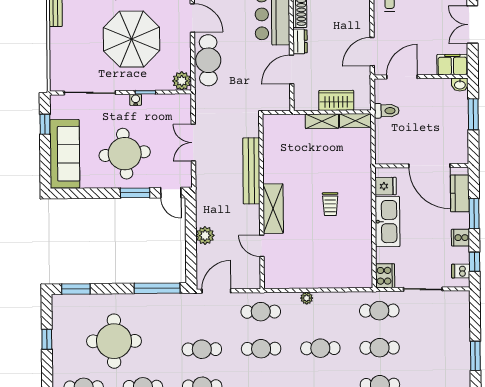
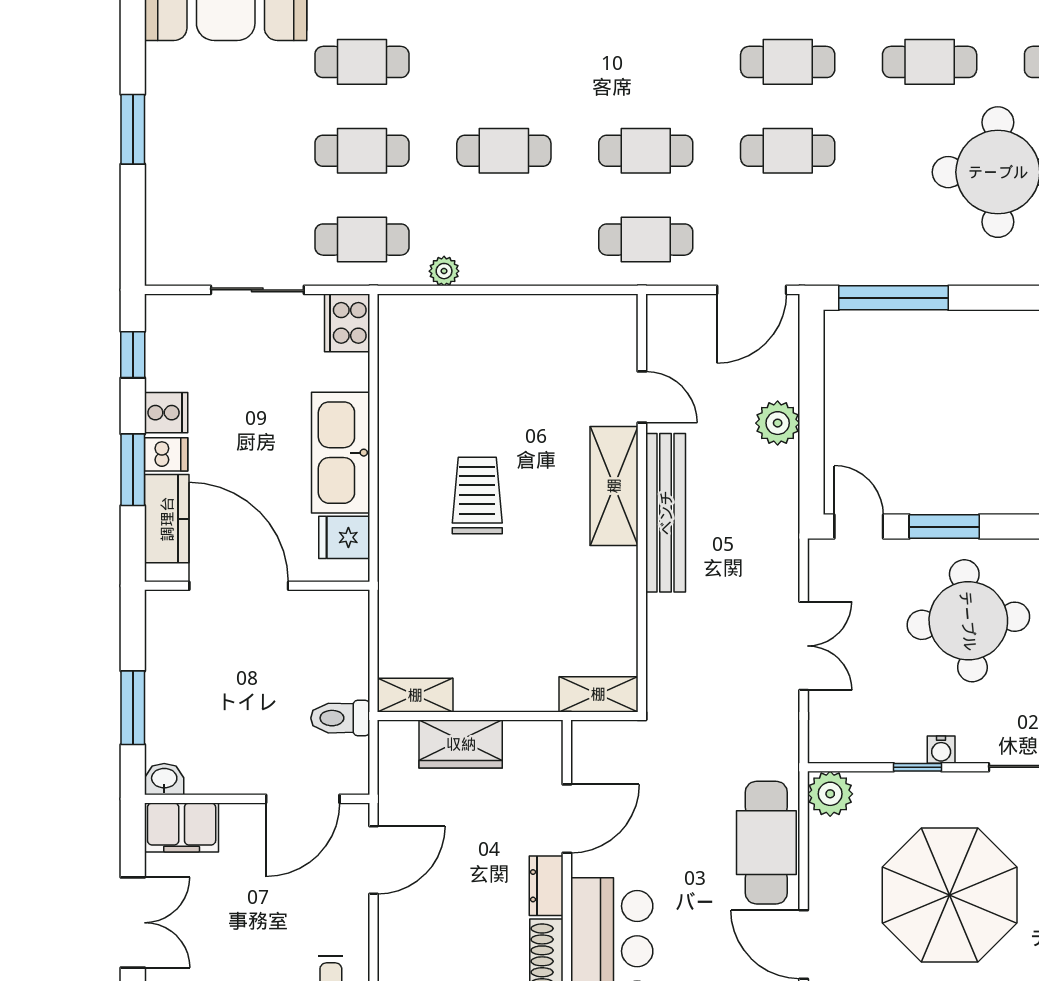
shelving: (322, 121) -> (598, 694), moved
bench: (251, 171) -> (666, 513), moved
trolley: (330, 204) -> (477, 496), width x1.36, depth x1.39
dishwasher: (461, 271) -> (166, 454), moved
plant: (307, 298) -> (444, 271), moved

